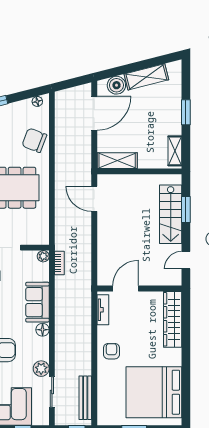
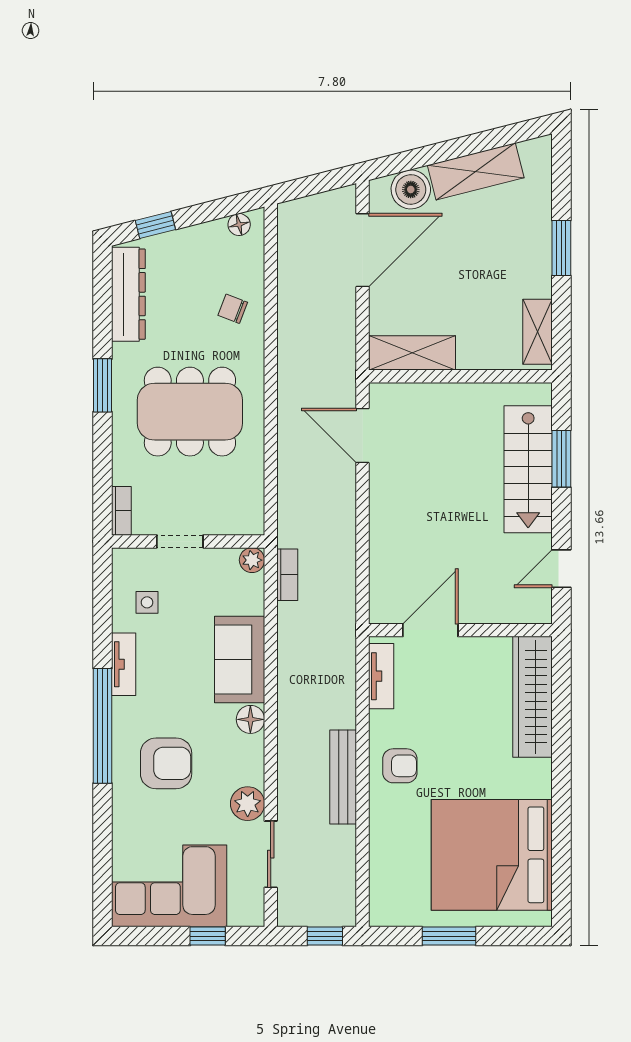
chair: (34, 140) -> (233, 309), width x0.54, depth x0.54
armchair: (111, 351) -> (400, 766), turned 90
bench: (85, 398) -> (343, 777), moved

